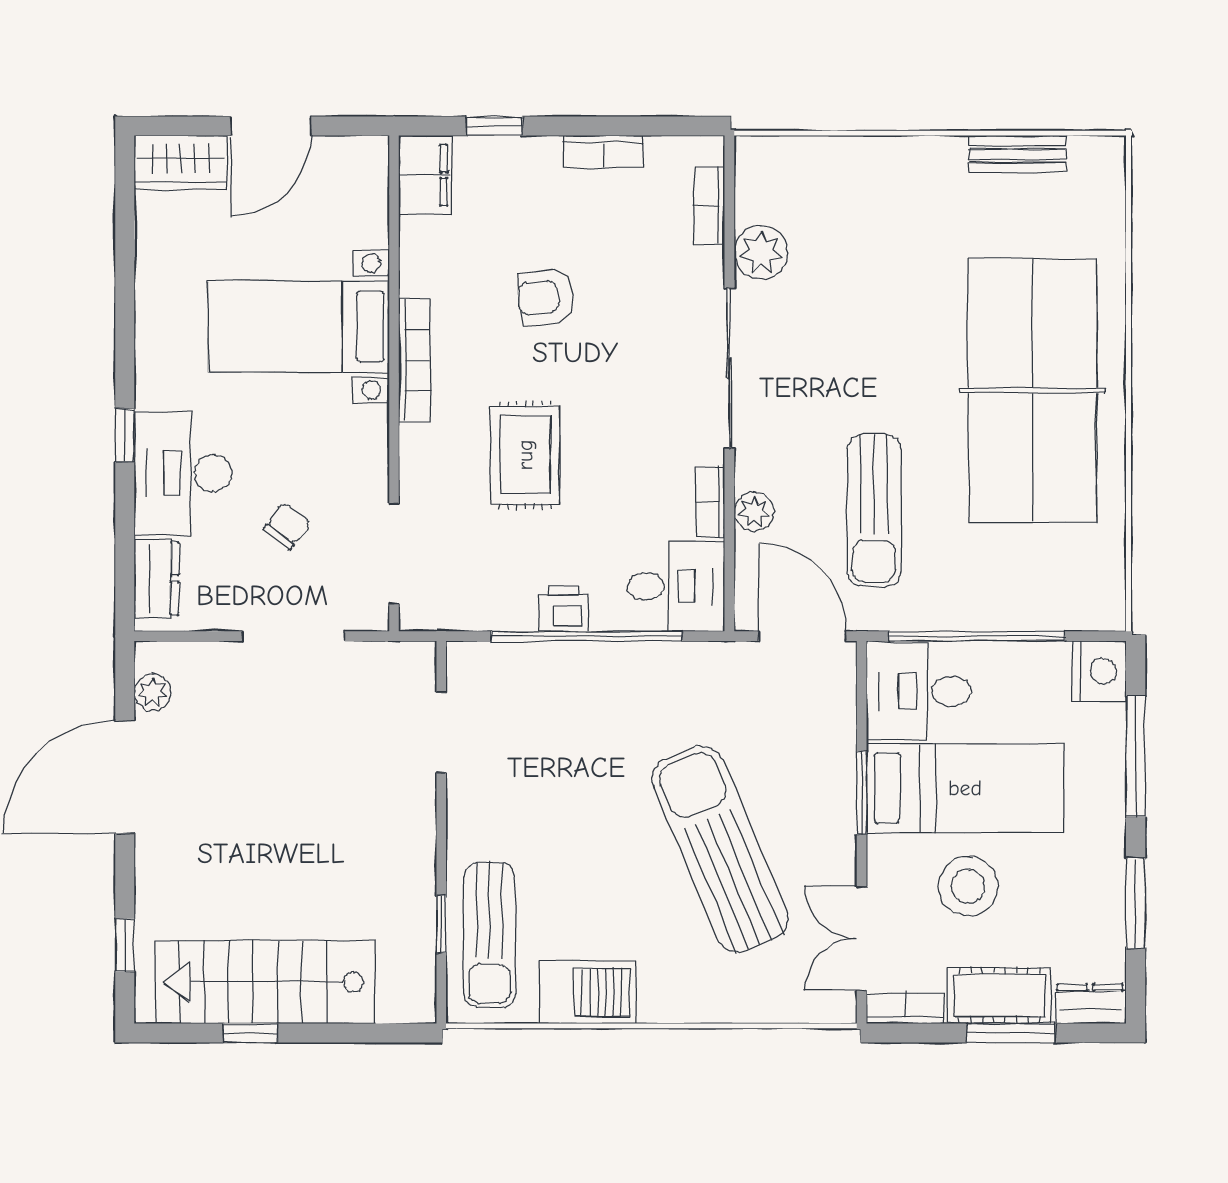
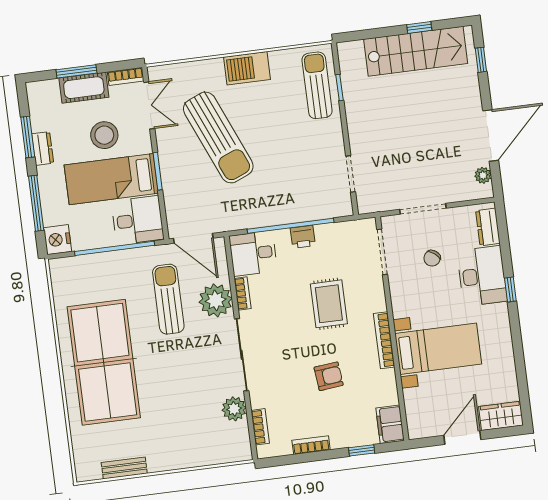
plant: (754, 512) -> (216, 300), width x1.88, depth x1.88
barbecue: (587, 992) -> (247, 68), moved
dresser: (1090, 1004) -> (43, 148), moved, turned -90

